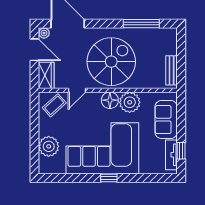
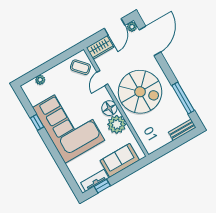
bench: (172, 70) -> (182, 130), moved
door: (77, 90) -> (102, 78), hinge flipped
plant: (49, 146) -> (40, 80), width x0.53, depth x0.53
window: (109, 178) -> (37, 122), moved

